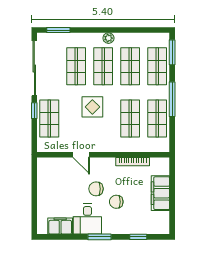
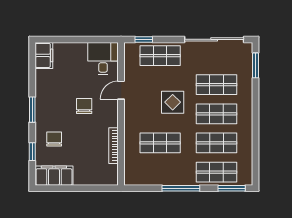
plant: (108, 38) -> (247, 119), removed
window: (34, 111) -> (144, 39), moved
shop shelf: (157, 119) -> (160, 172), removed
filing cabinet: (160, 193) -> (54, 176), moved
chair: (116, 202) -> (54, 139), moved
desk: (87, 219) -> (103, 59), moved, turned 90
filing cabinet: (60, 226) -> (44, 55), moved

